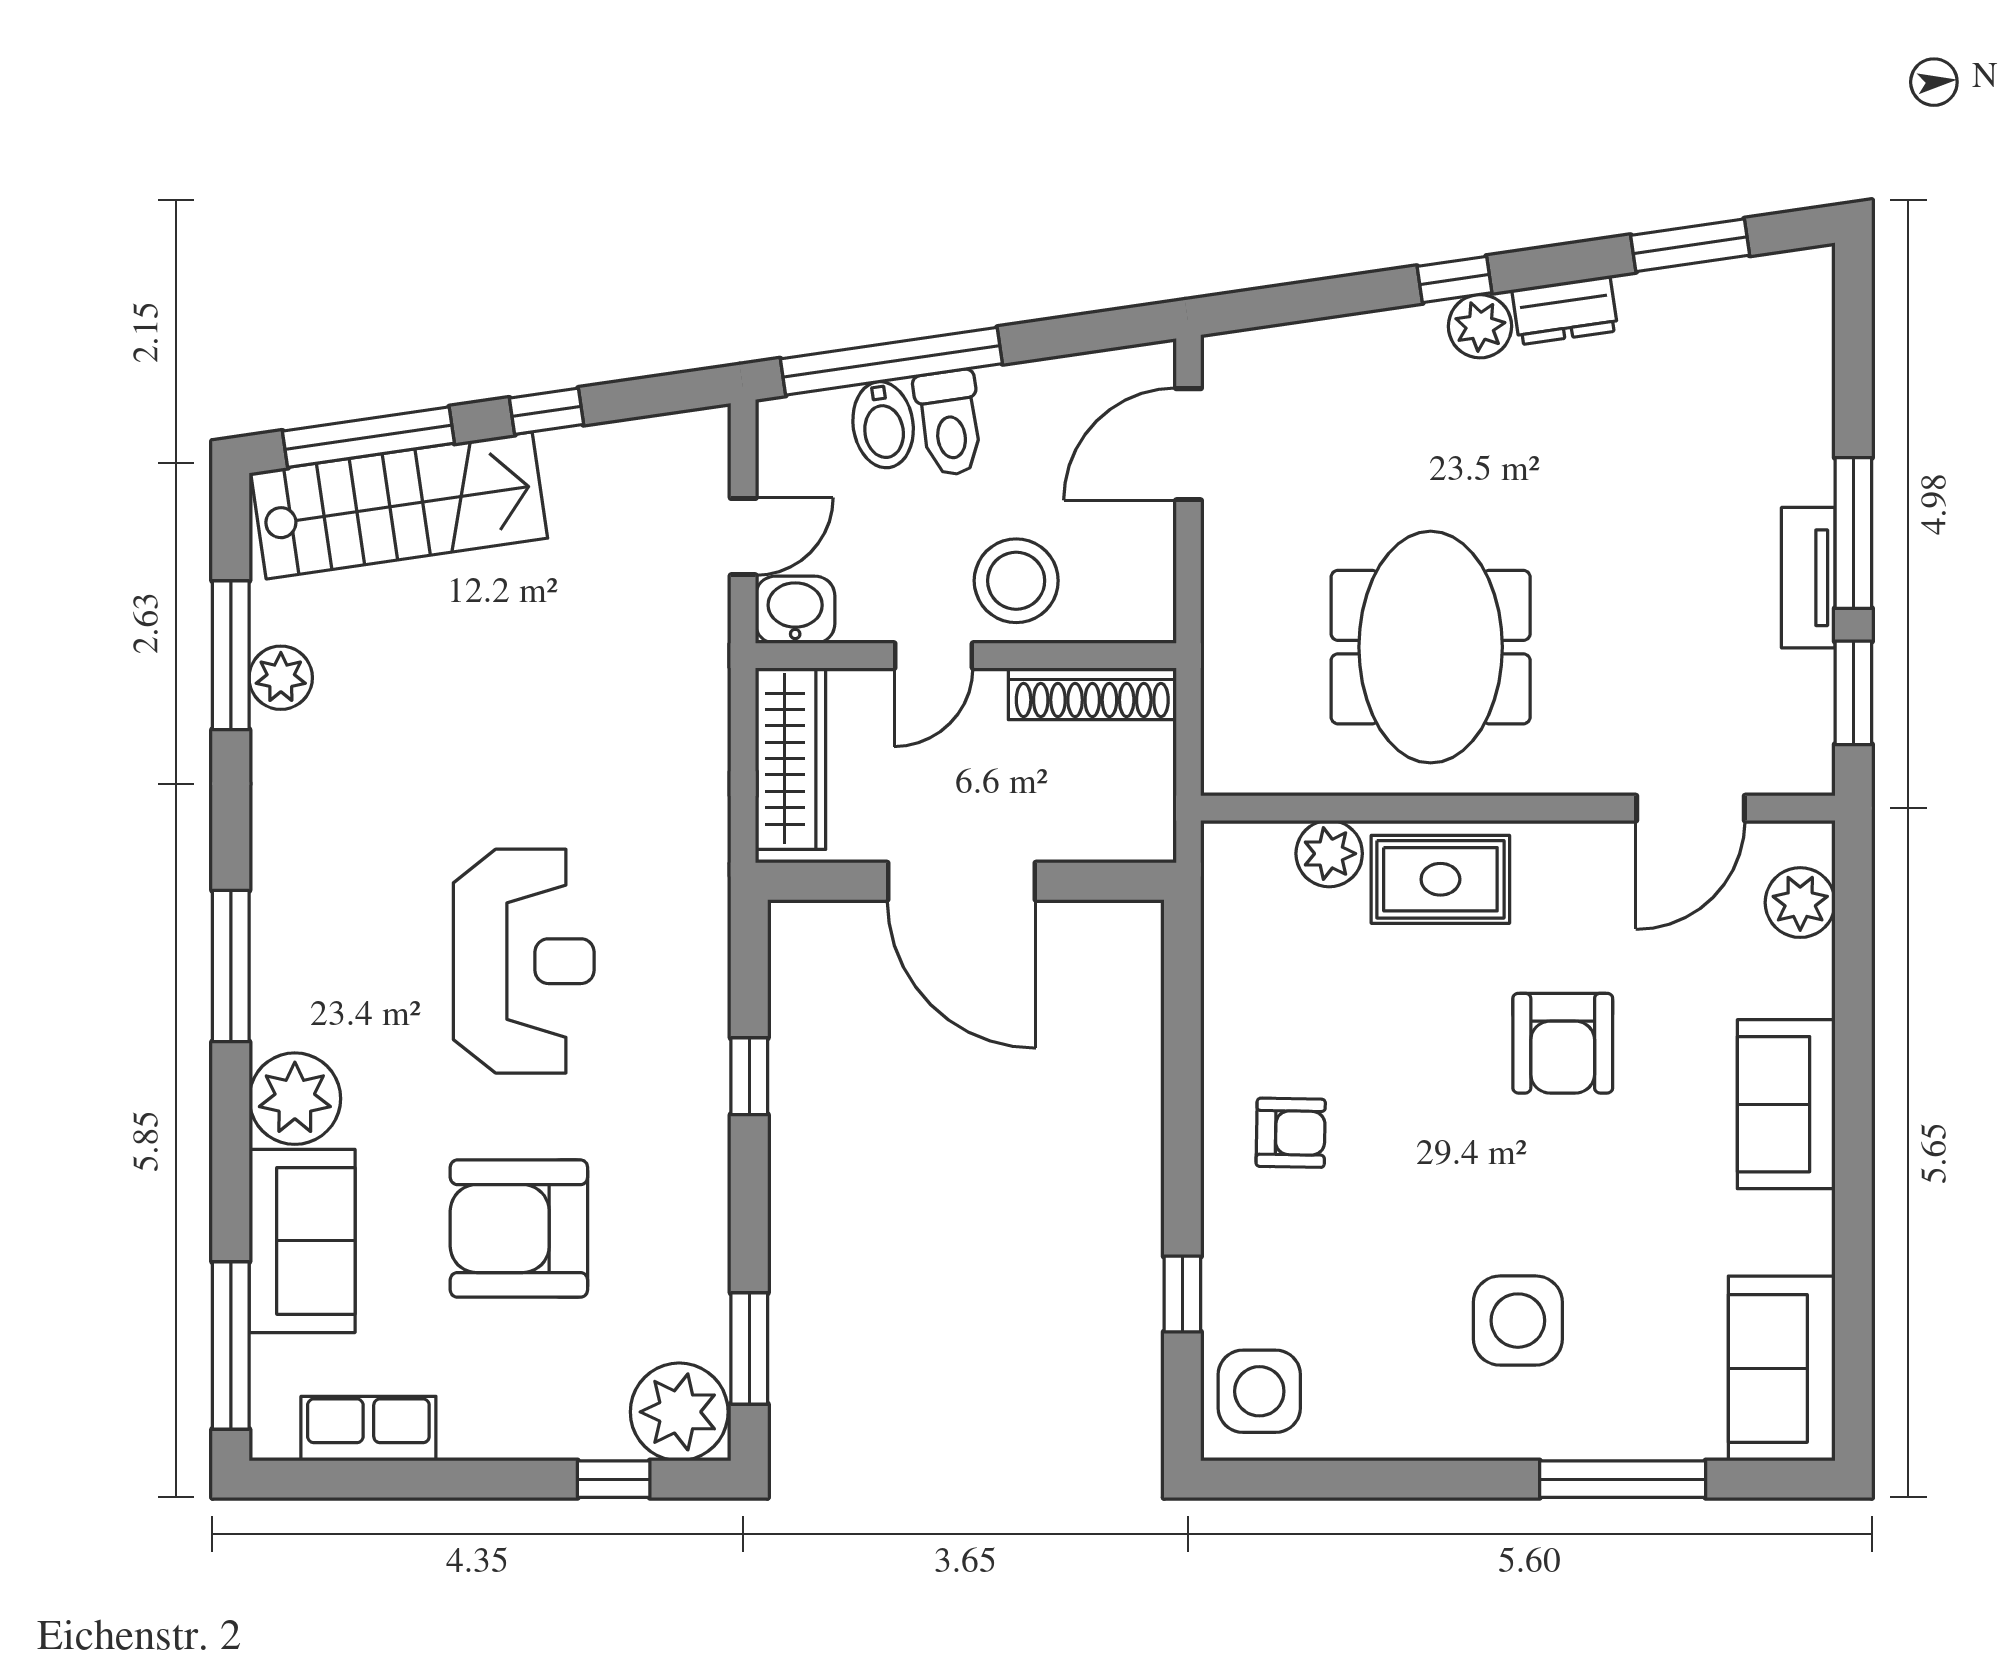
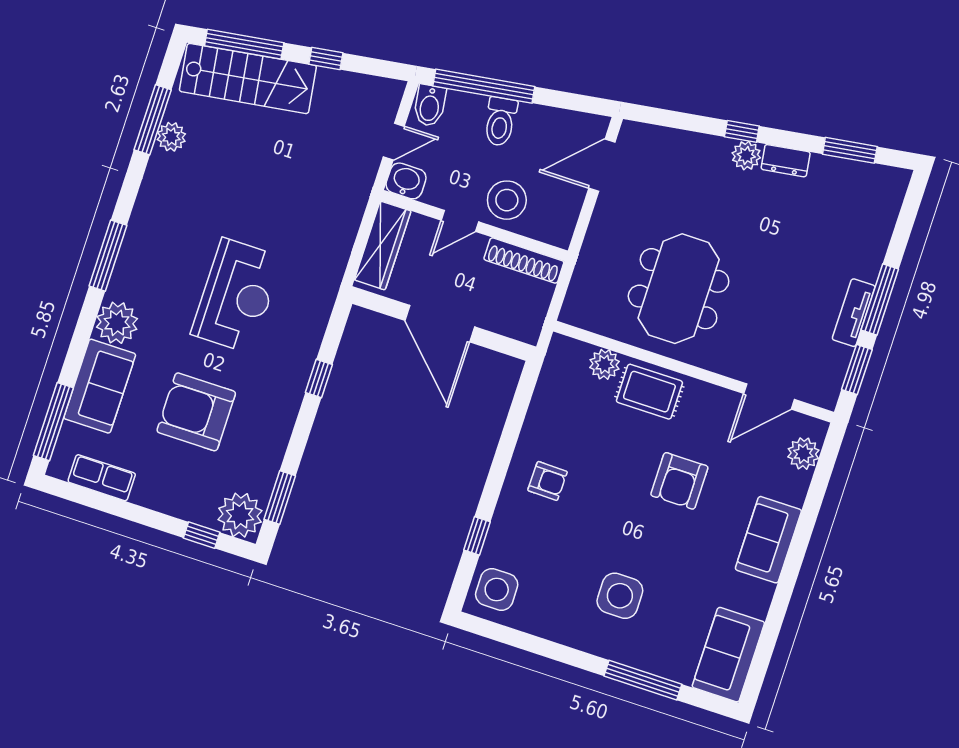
bidet: (883, 425) -> (430, 105), moved

